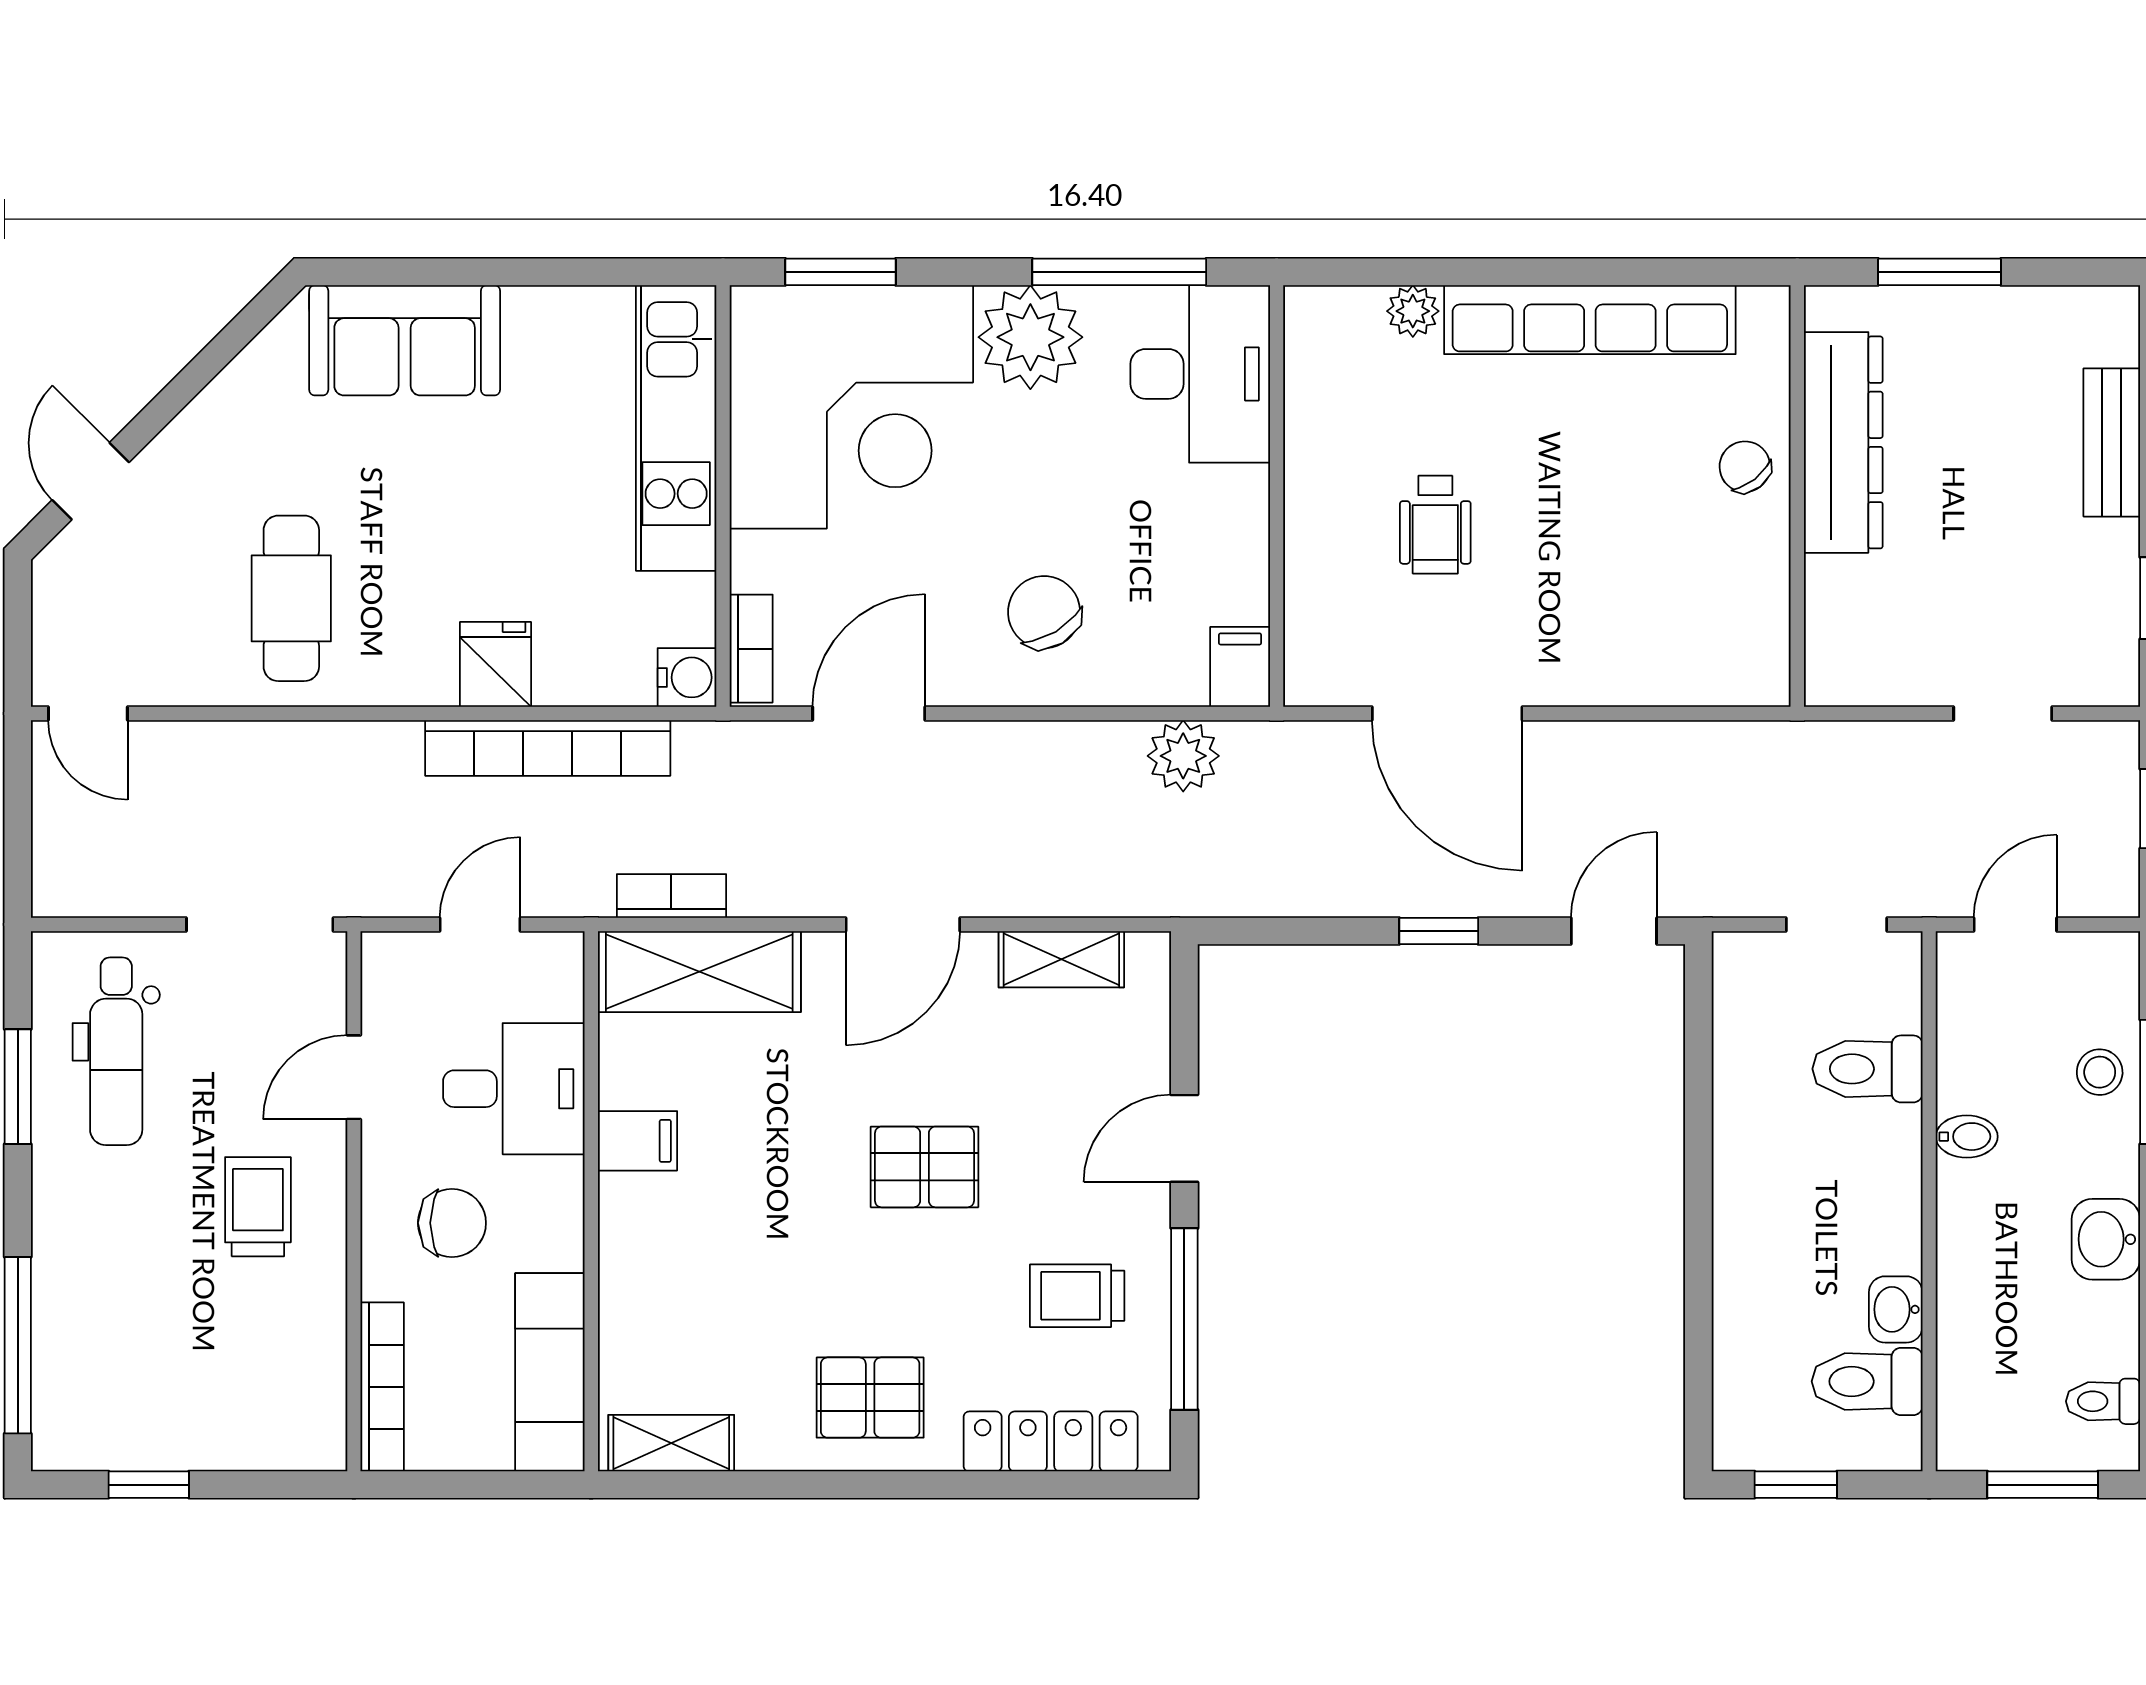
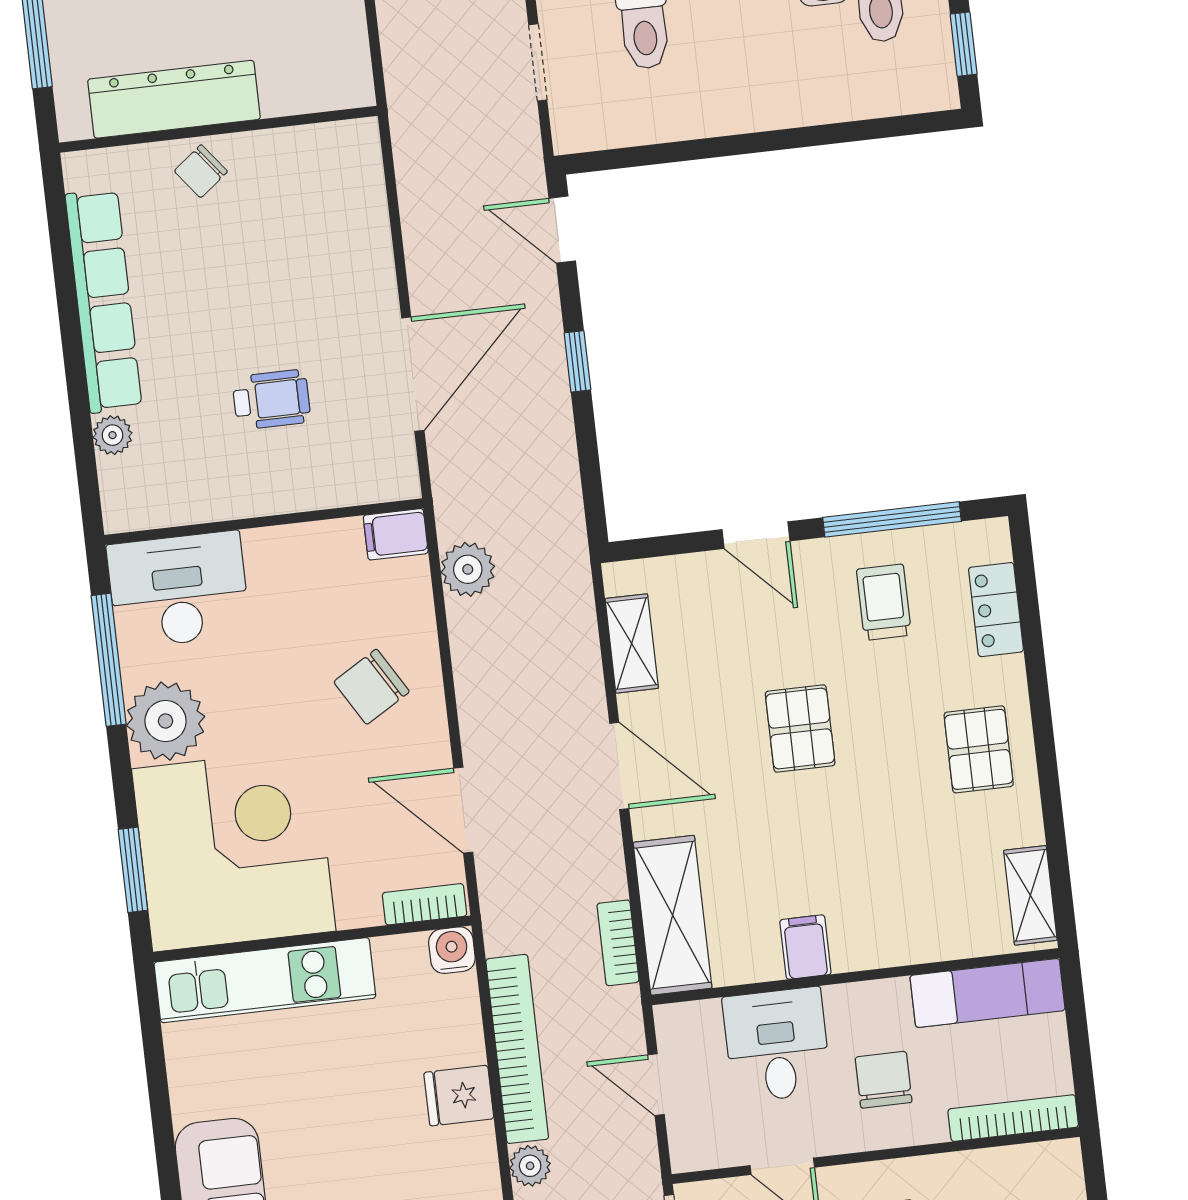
plant: (393, 747) -> (530, 1166), added
trolley: (1077, 1296) -> (884, 602), turned 180
locker: (1051, 1441) -> (996, 610), width x0.66

